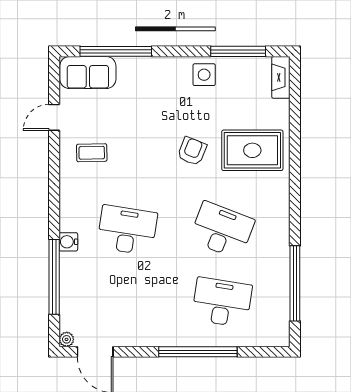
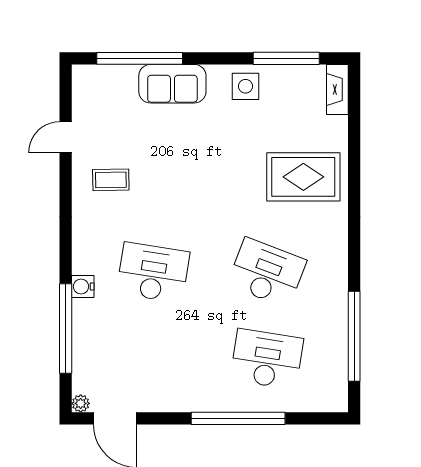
sofa: (88, 73) -> (172, 84), moved
armchair: (192, 151) -> (231, 178), removed

